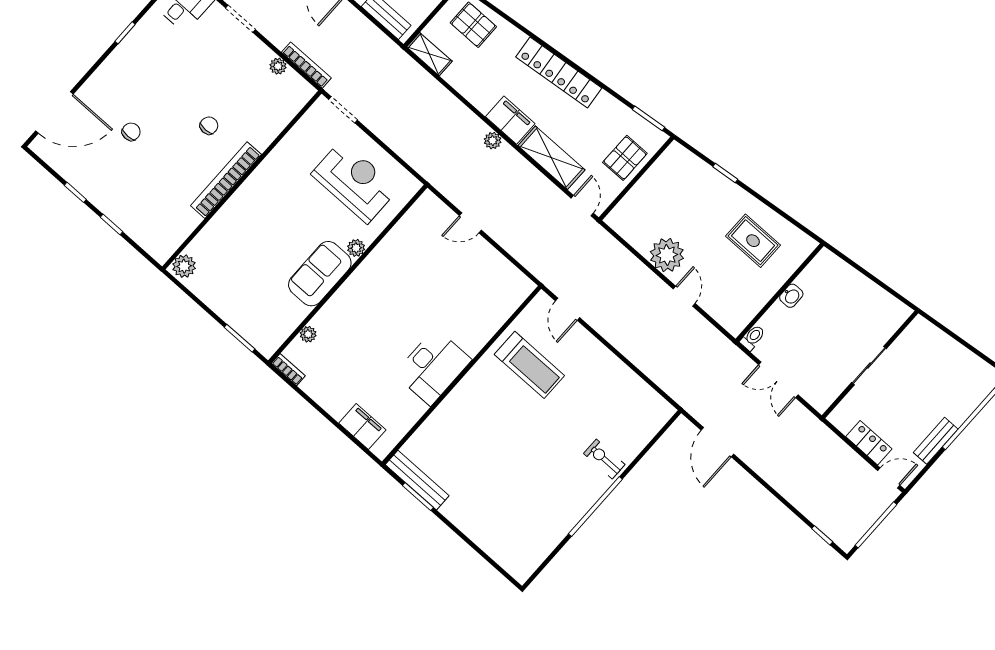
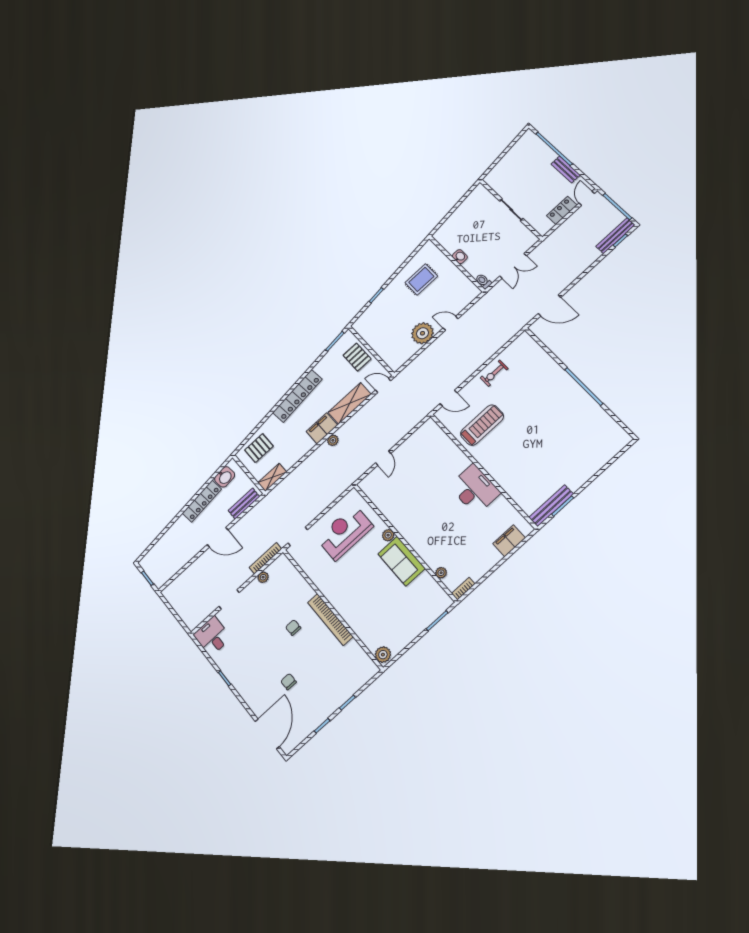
exercise bike: (604, 459) -> (494, 373), moved
bench: (829, 527) -> (615, 236), added

